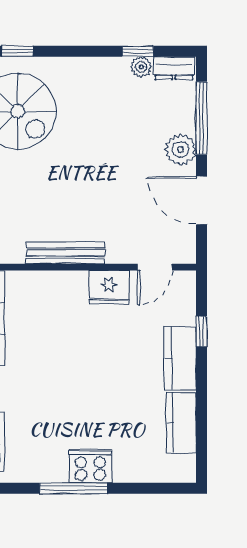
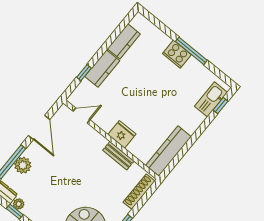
plant: (181, 150) -> (23, 165), moved
bench: (66, 253) -> (118, 156), width x0.73
fridge: (109, 287) -> (122, 134), moved

